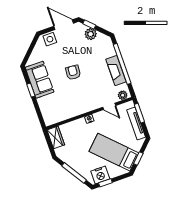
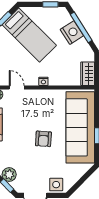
sofa: (40, 80) -> (80, 127), width x1.85, depth x1.27
nightstand: (100, 175) -> (72, 33), moved, turned 58

